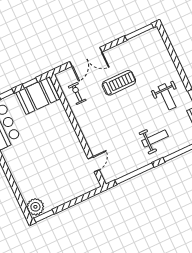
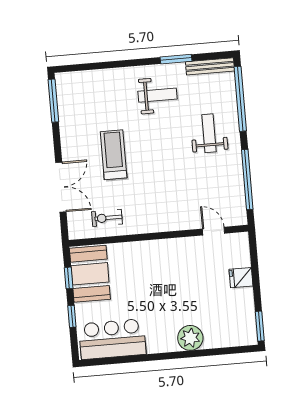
fridge: (71, 193) -> (241, 278), added
plant: (35, 207) -> (190, 338), moved

